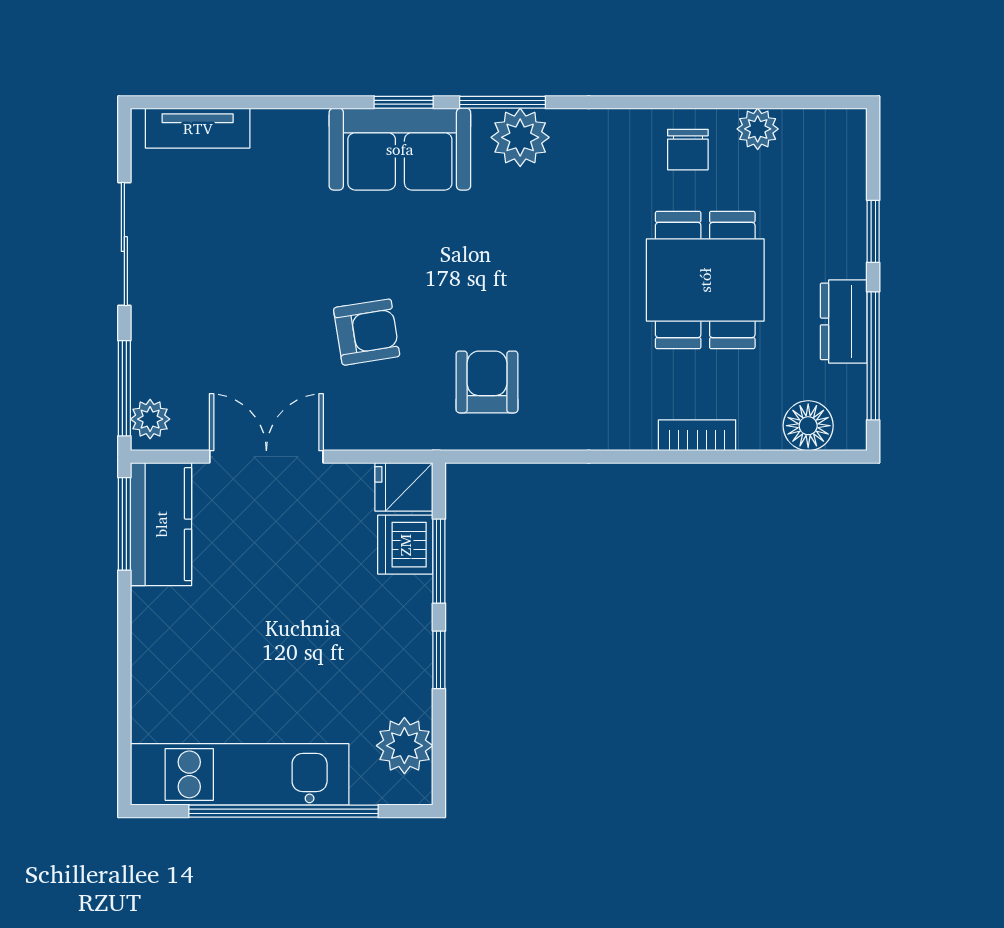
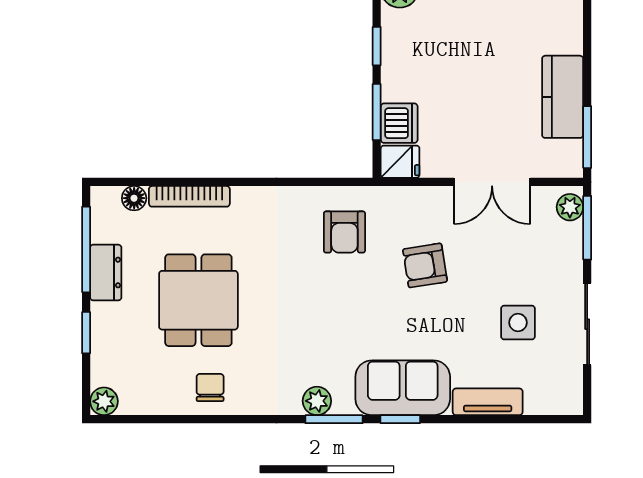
tv unit: (198, 128) -> (488, 402), moved
plant: (758, 129) -> (104, 401), moved
plant: (520, 137) -> (317, 401), width x0.73, depth x0.73
side table: (228, 247) -> (518, 323), added
floor lamp: (808, 426) -> (134, 198), width x0.73, depth x0.73
bookcase: (697, 435) -> (189, 196), width x1.56
kitchen counter: (161, 524) -> (563, 97), moved

